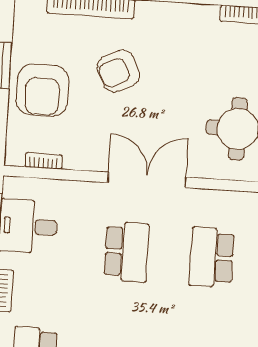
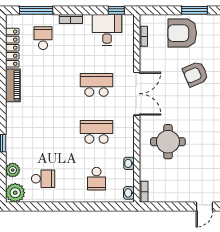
armchair: (118, 71) -> (195, 74), turned -86
school desk: (127, 252) -> (96, 85), turned 180

